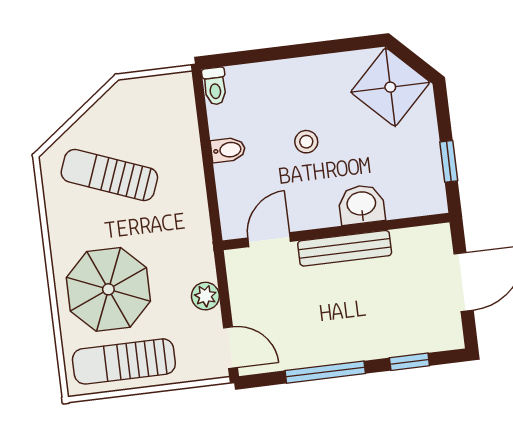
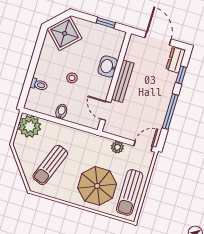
toilet: (215, 86) -> (39, 85), moved
plant: (170, 99) -> (30, 126), added
dresser: (435, 337) -> (176, 60), added

